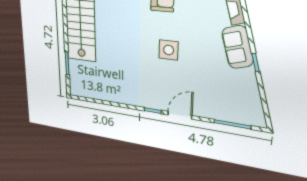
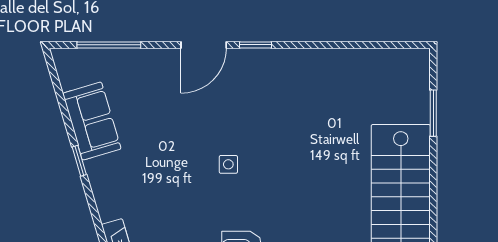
sofa: (238, 47) -> (92, 121), moved
side table: (169, 50) -> (228, 164), width x0.54, depth x0.54

